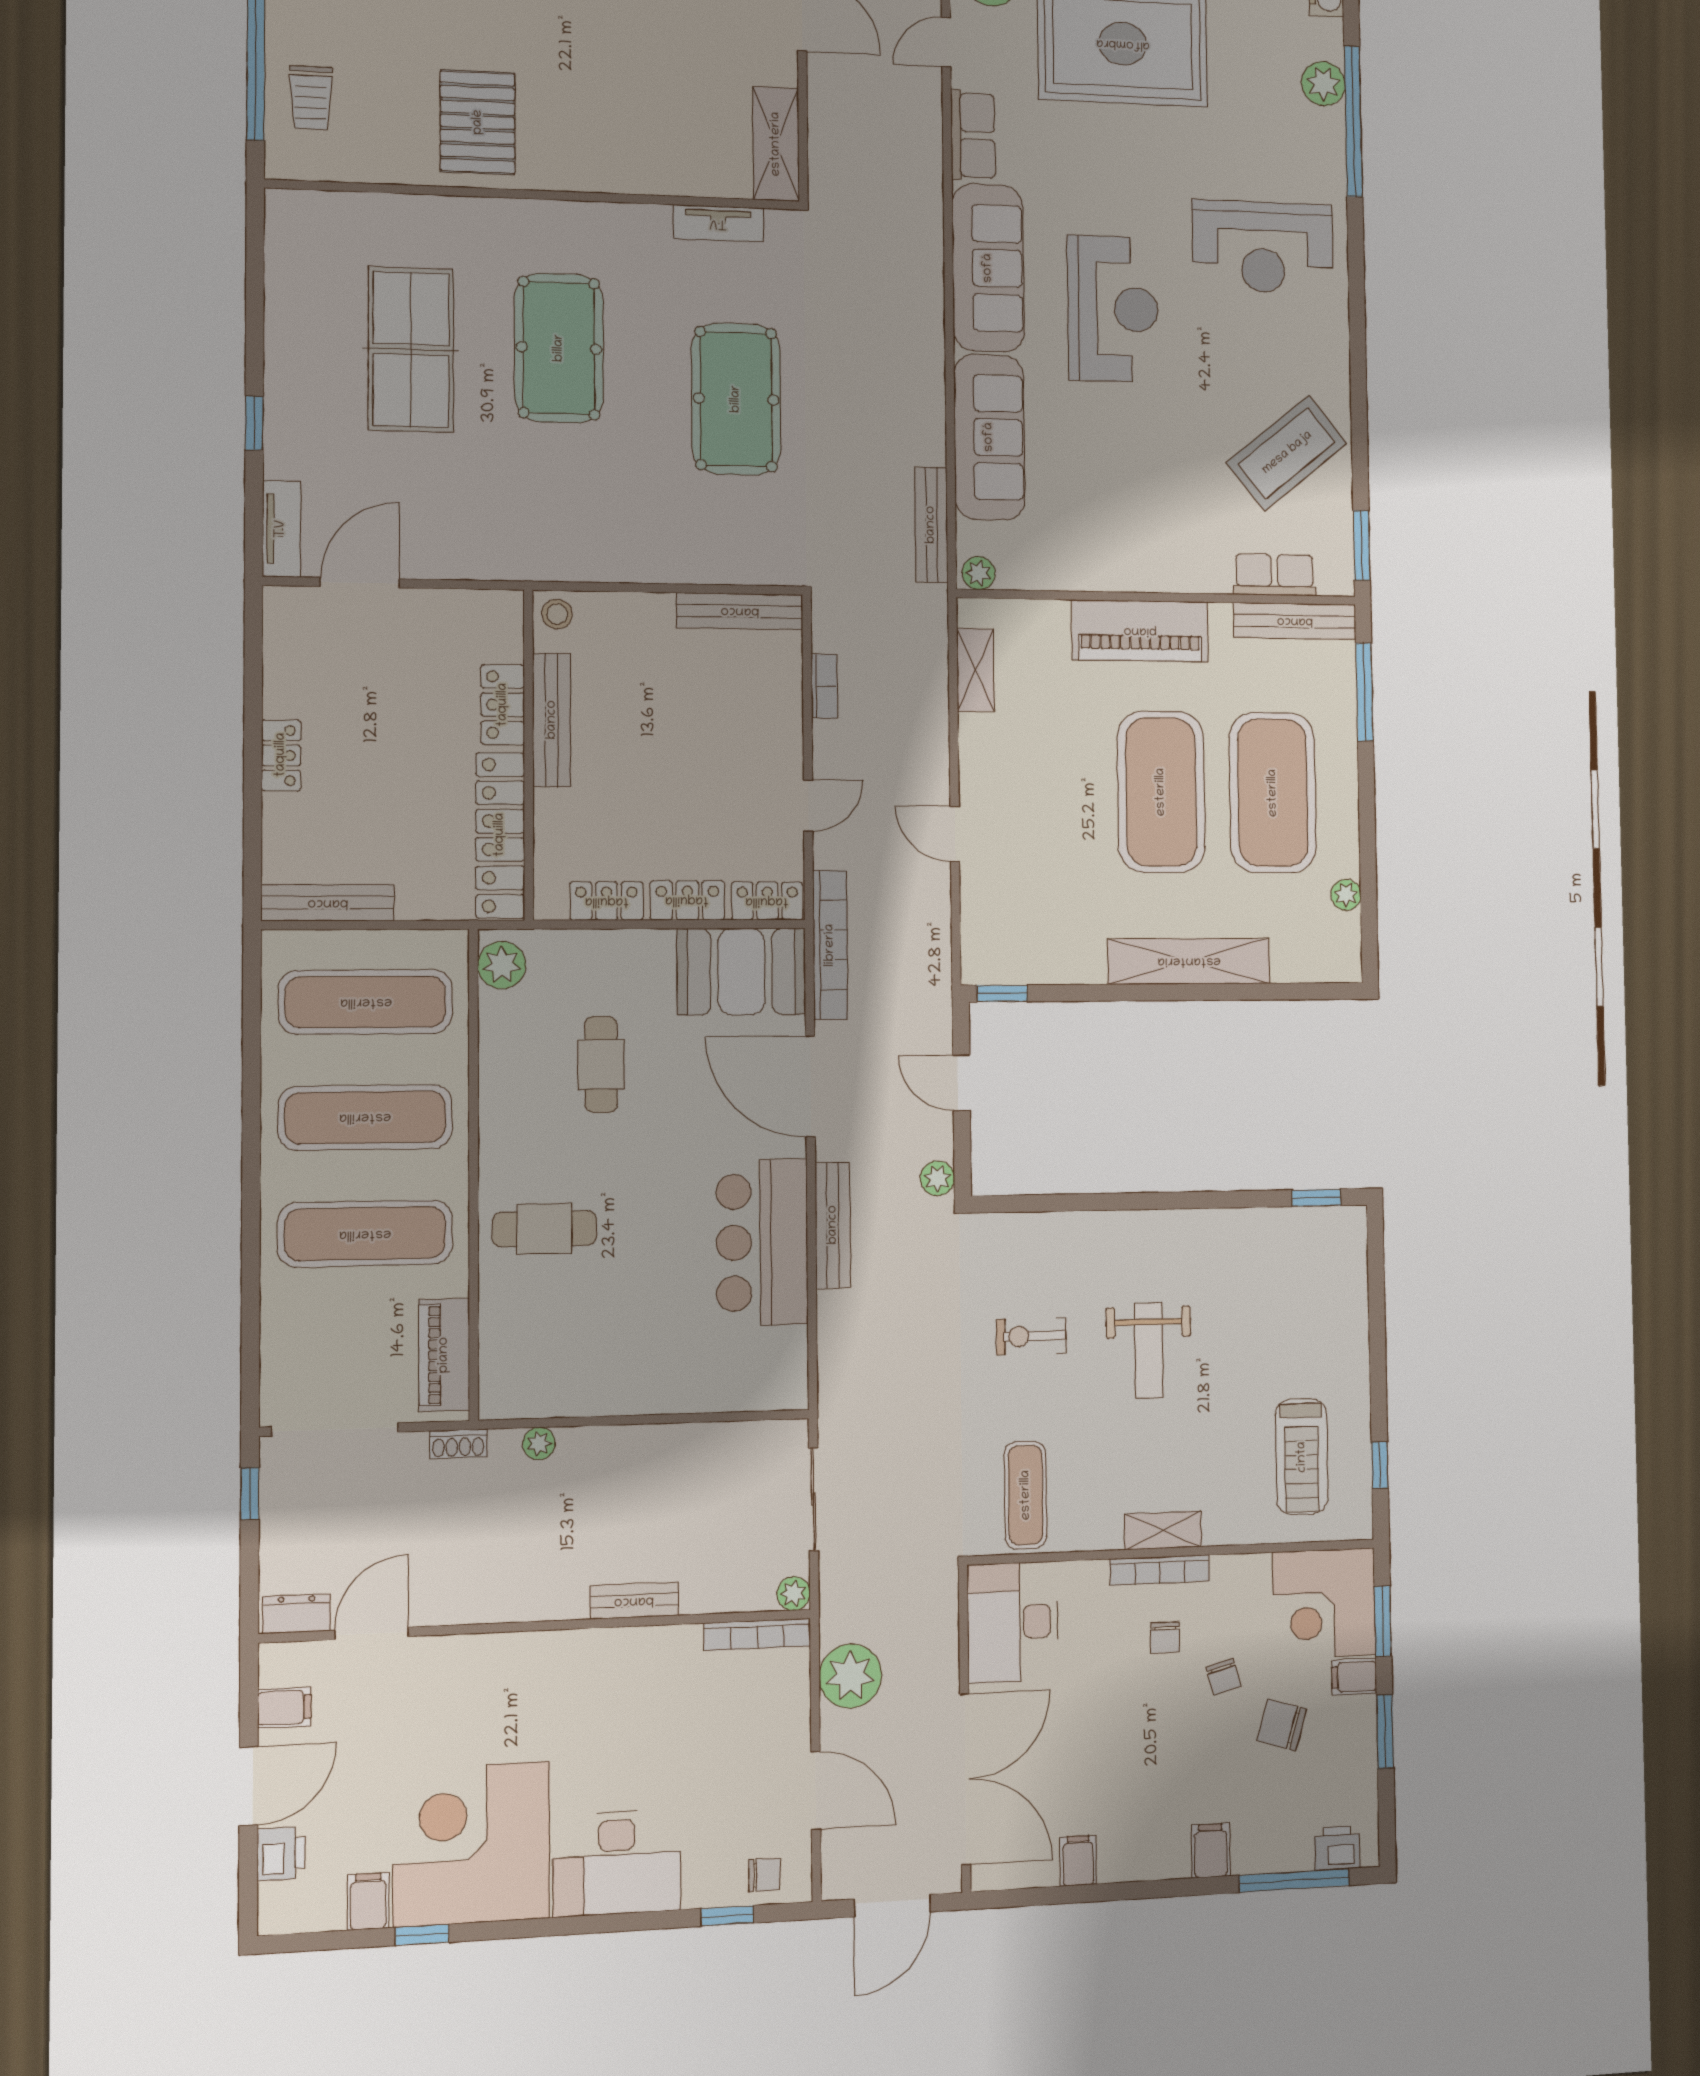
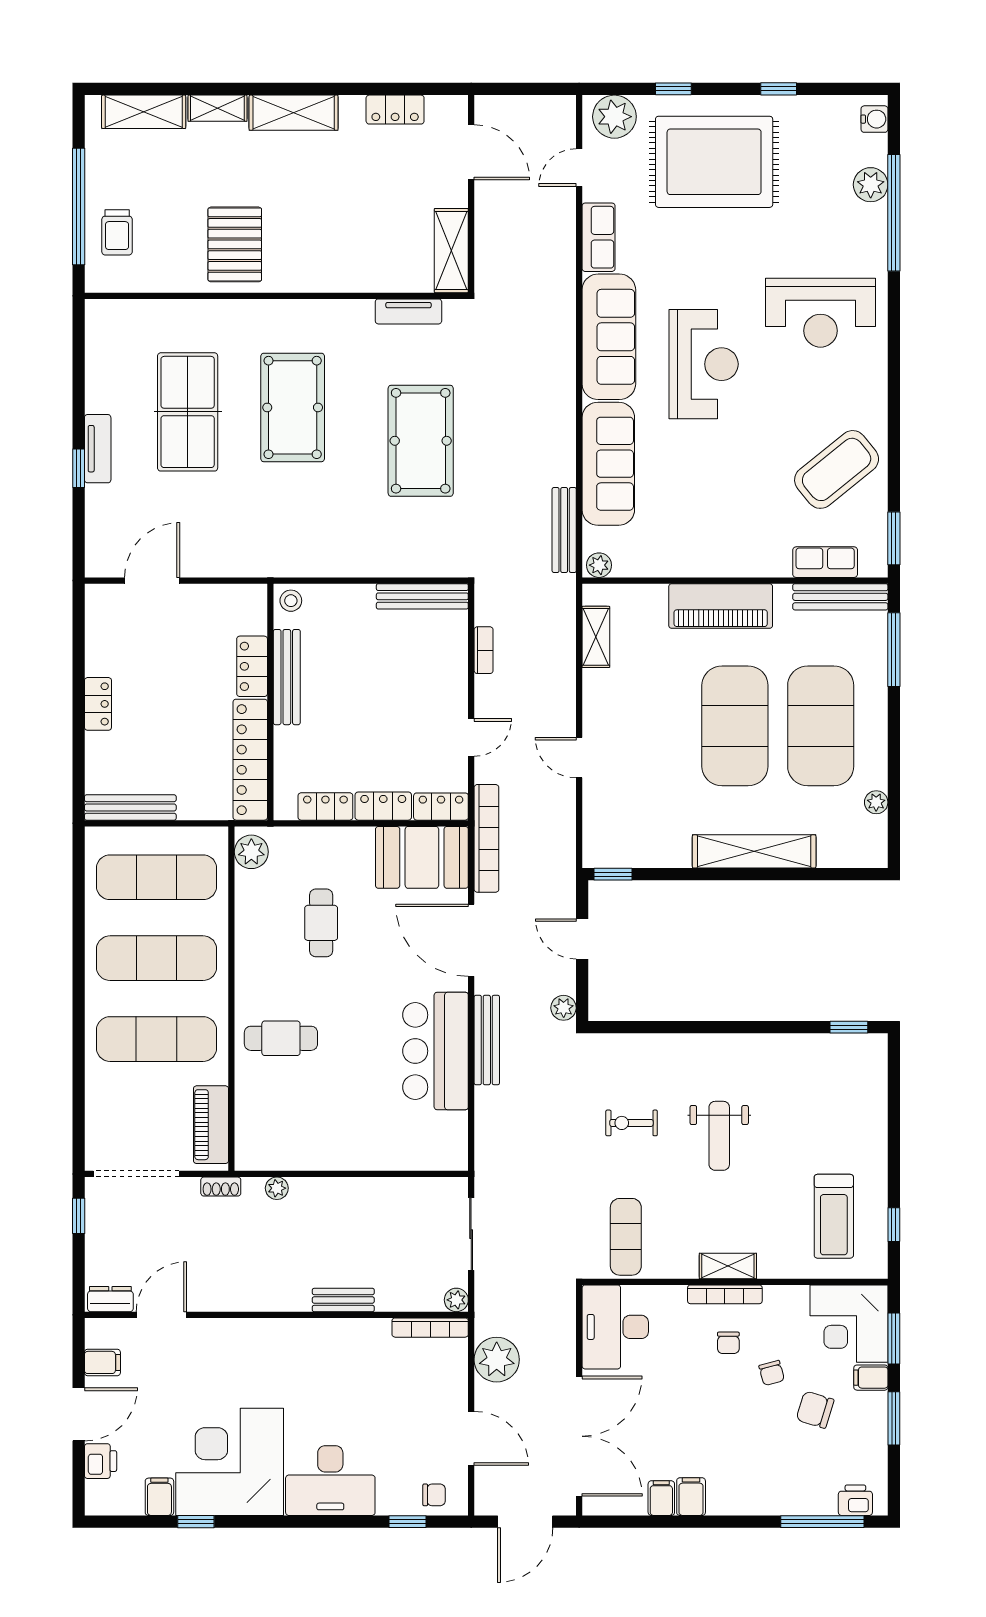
tv unit: (281, 529) -> (98, 449), moved
filing cabinet: (1211, 1851) -> (691, 1497), moved

